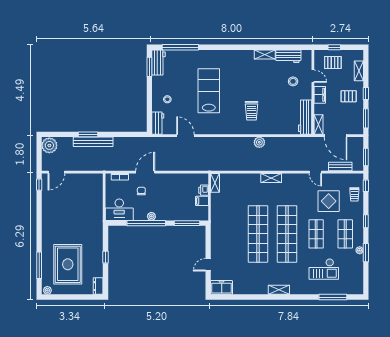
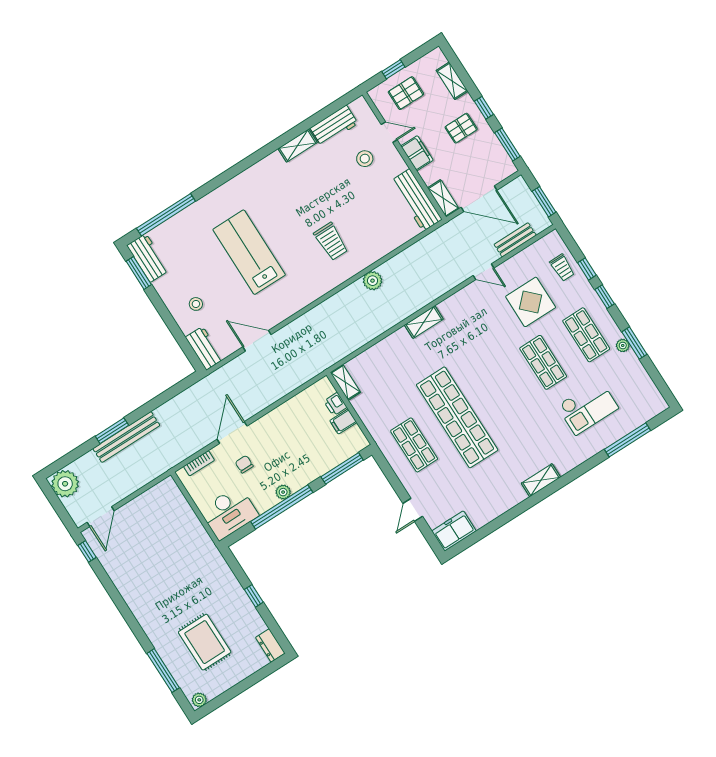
window: (366, 186) -> (587, 269), moved
shop shelf: (287, 234) -> (414, 445), moved, width x0.50, depth x0.74
rug: (68, 264) -> (205, 642), width x0.73, depth x0.69

